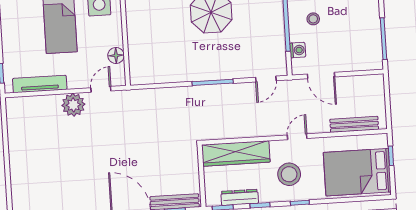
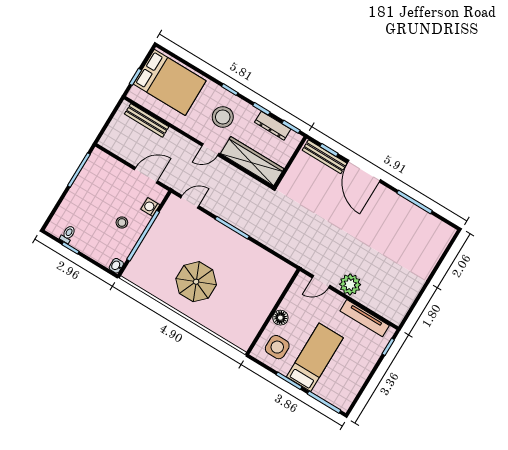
floor lamp: (116, 55) -> (280, 318), moved
door: (321, 76) -> (146, 175), hinge flipped
door: (297, 137) -> (210, 150), moved

